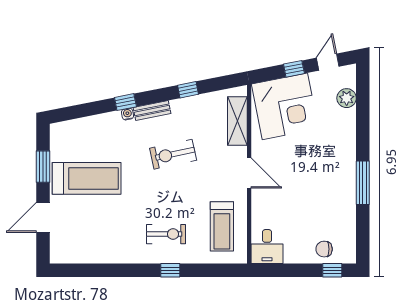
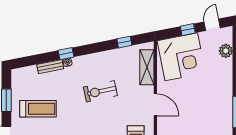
window: (188, 90) -> (124, 42), moved
bench: (152, 110) -> (50, 67), moved
treadmill: (87, 178) -> (38, 109), width x0.73, depth x0.73

